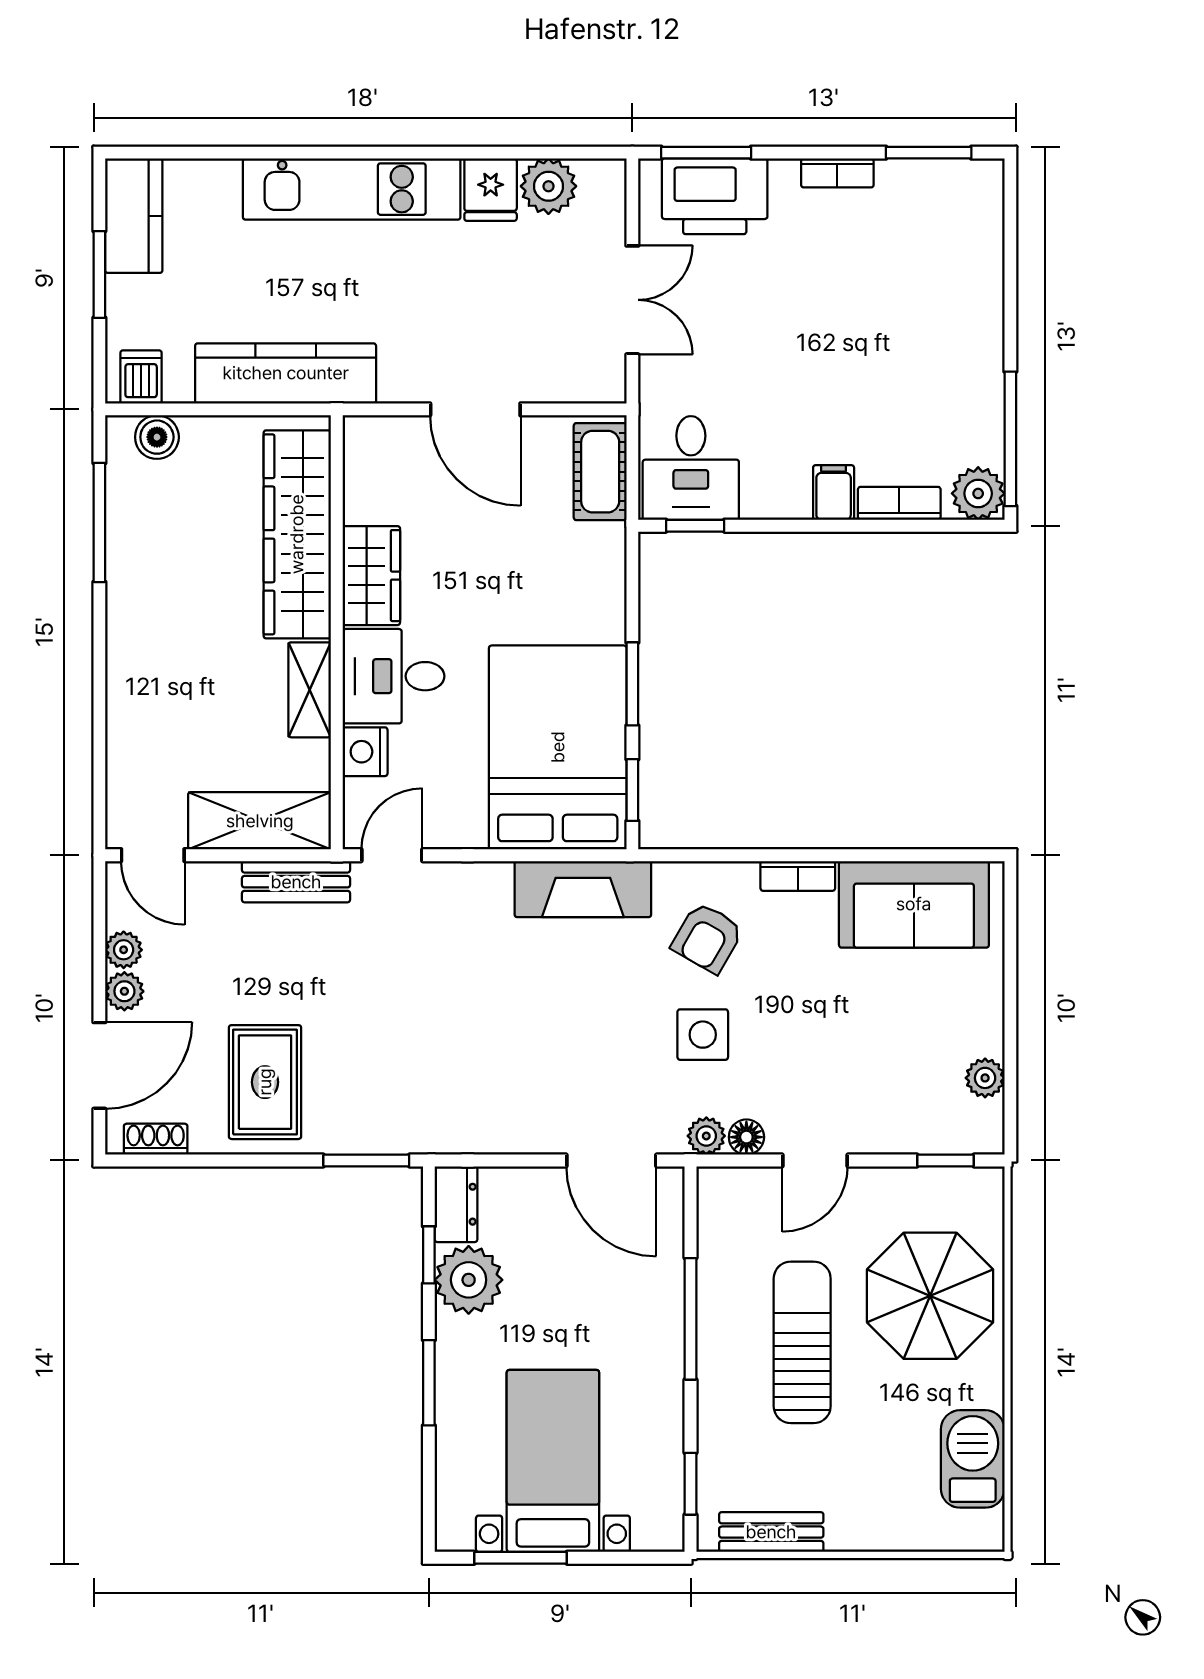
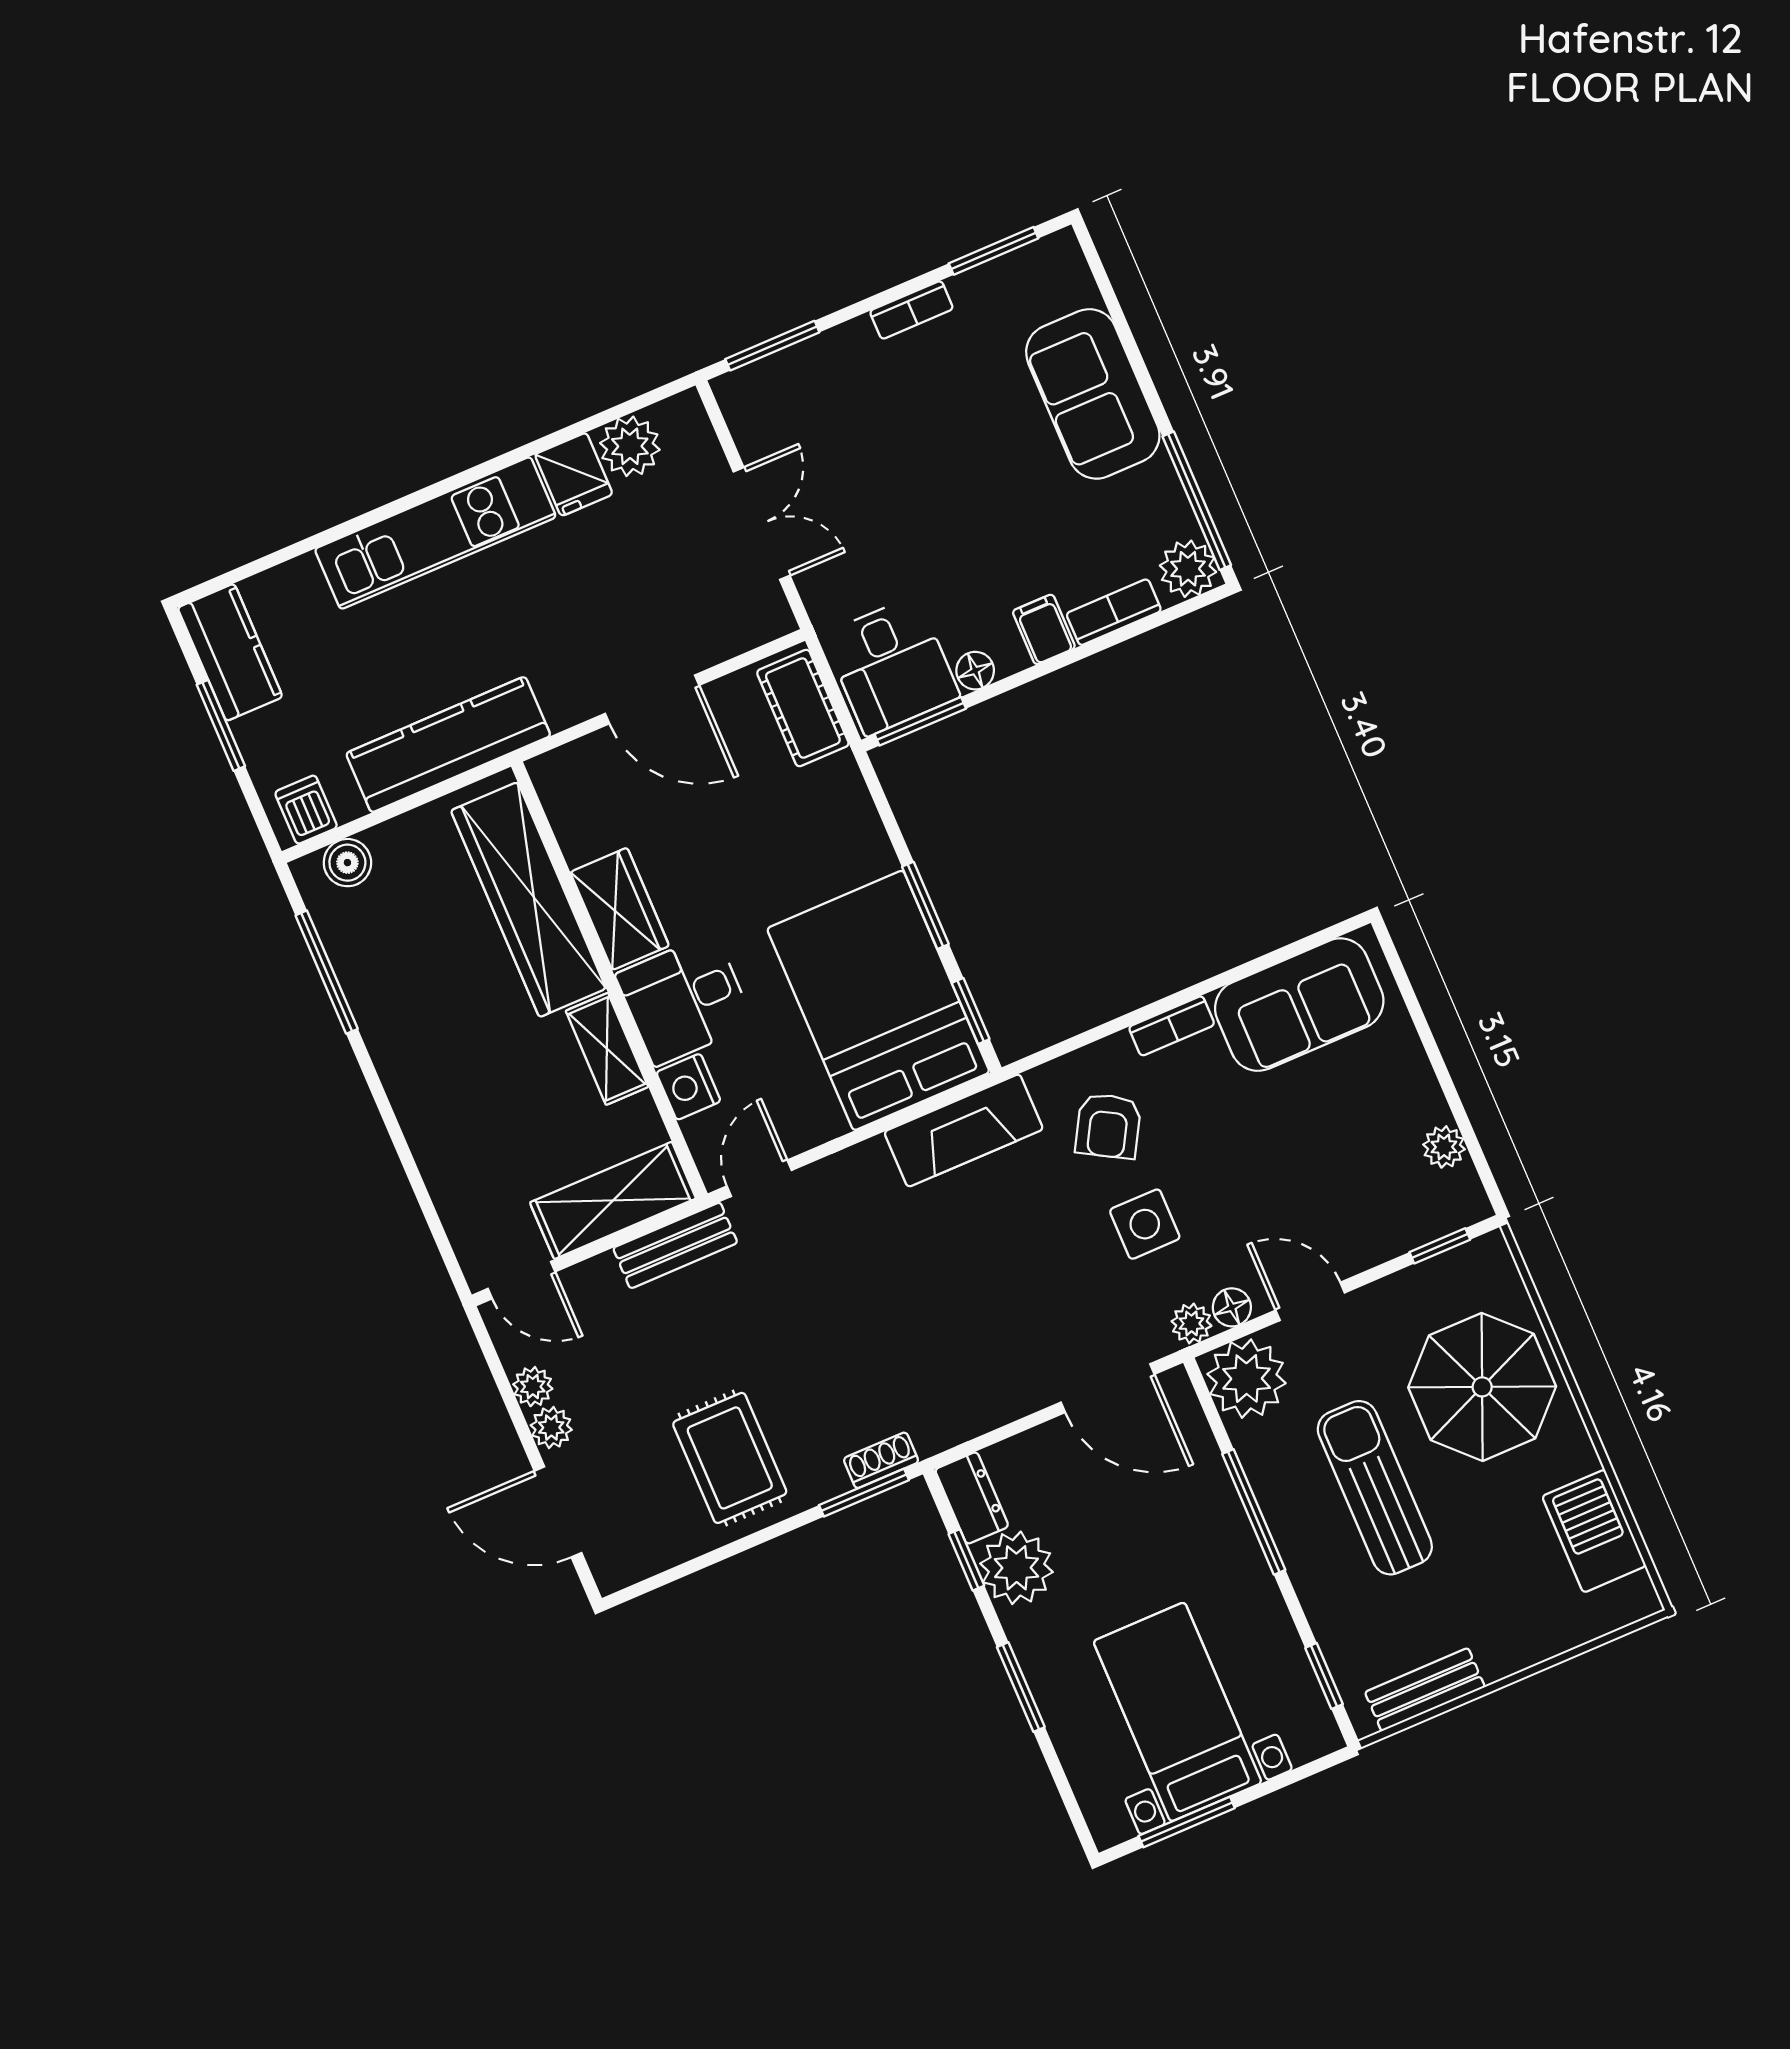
printer: (715, 196) -> (799, 385), removed
sofa: (961, 310) -> (1093, 394), added
floor lamp: (760, 503) -> (975, 671), added
window: (695, 526) -> (920, 721), width x1.50
door: (99, 1065) -> (558, 1512), swing flipped
shoe rack: (156, 1139) -> (881, 1460), moved
door: (815, 1160) -> (1310, 1301), swing flipped
plant: (733, 1203) -> (1247, 1379), added

